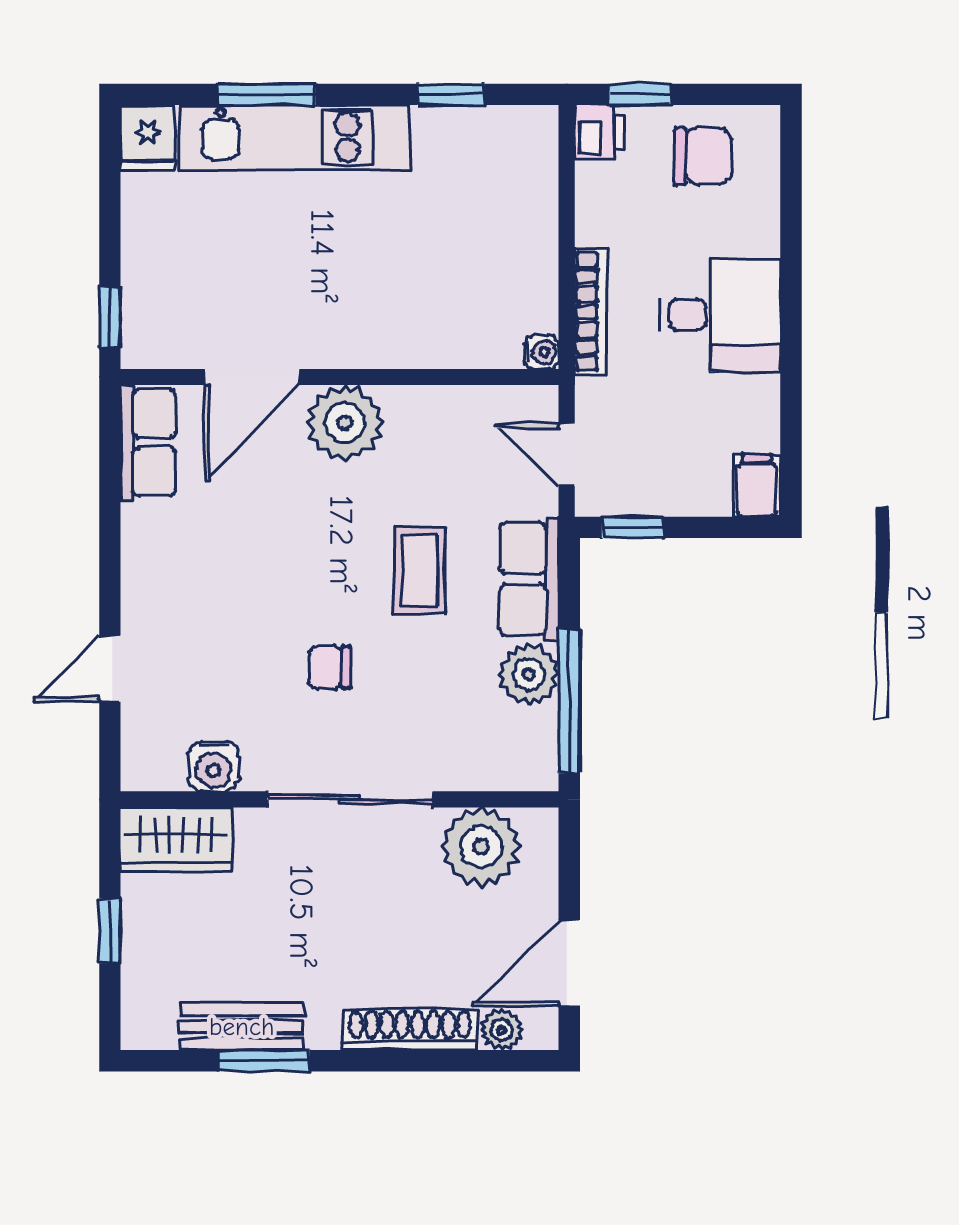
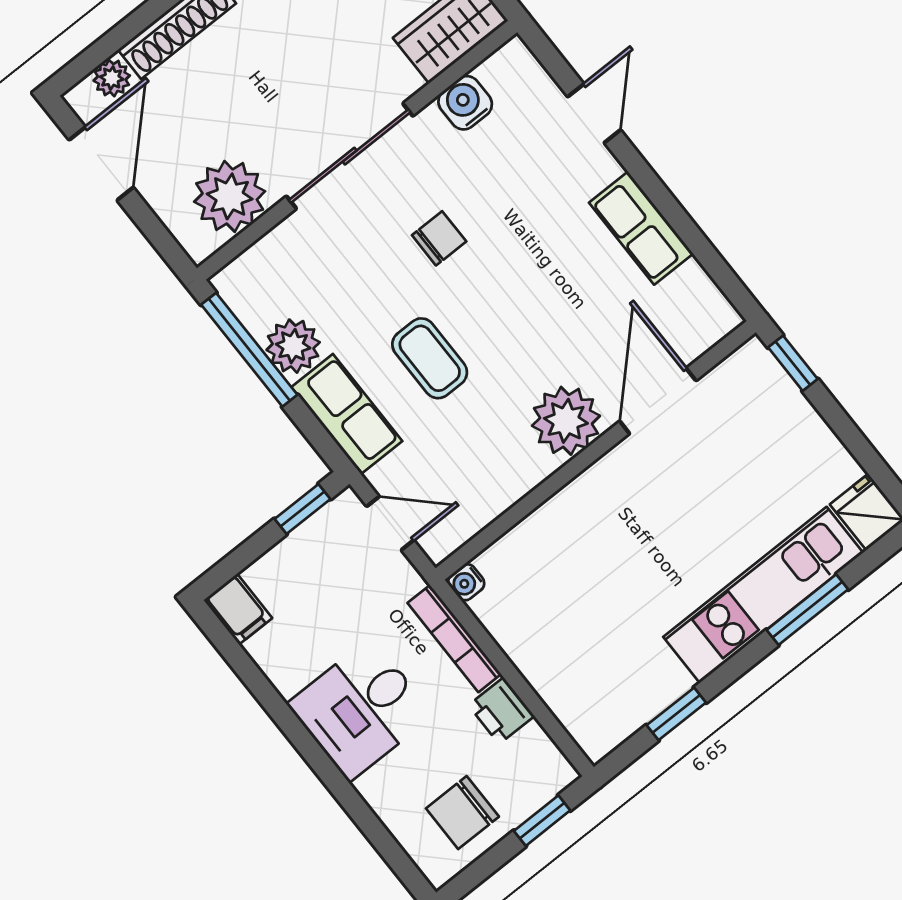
printer: (599, 132) -> (501, 711), moved
row of seats: (148, 443) -> (641, 228), moved

